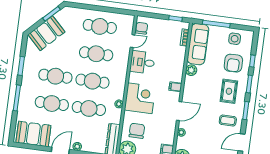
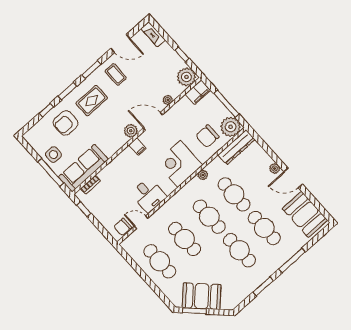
booth: (46, 33) -> (202, 296), moved
side table: (235, 39) -> (53, 155), moved
armchair: (233, 63) -> (66, 123), turned 180
plant: (191, 70) -> (131, 131), moved

